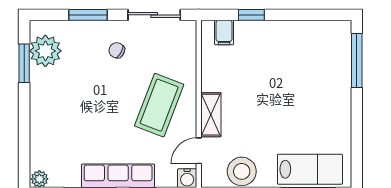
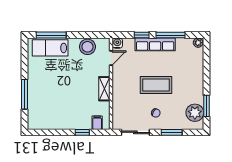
window: (357, 61) -> (25, 94), moved
coffee table: (159, 105) -> (156, 85), moved, turned 69
shelving: (211, 115) -> (104, 89), moved

